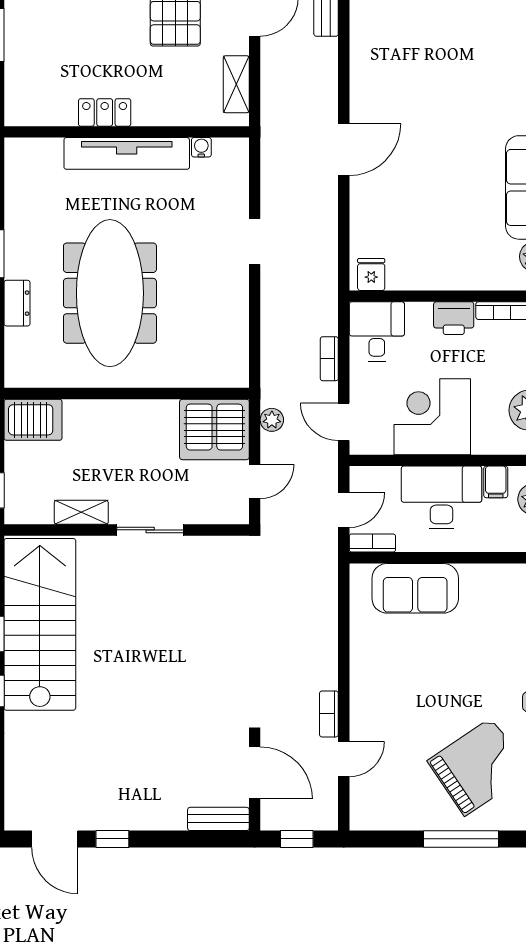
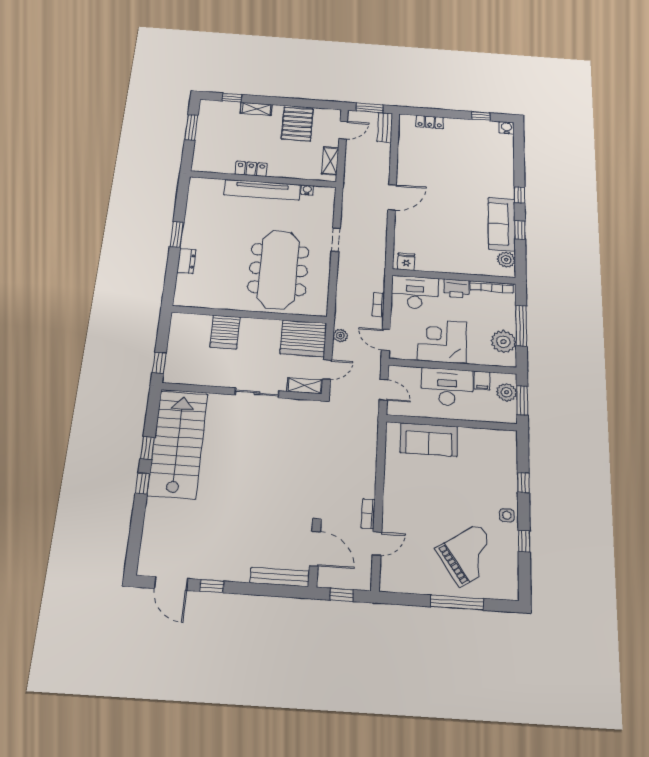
meeting table: (110, 293) -> (278, 269), moved
desk: (377, 331) -> (415, 292), width x1.37
server rack: (33, 420) -> (225, 332), moved, turned 90
door: (344, 510) -> (384, 390), hinge flipped
shelving: (81, 512) -> (305, 386), moved
bookcase: (372, 543) -> (402, 411), removed
bench: (218, 819) -> (280, 577), width x1.36

